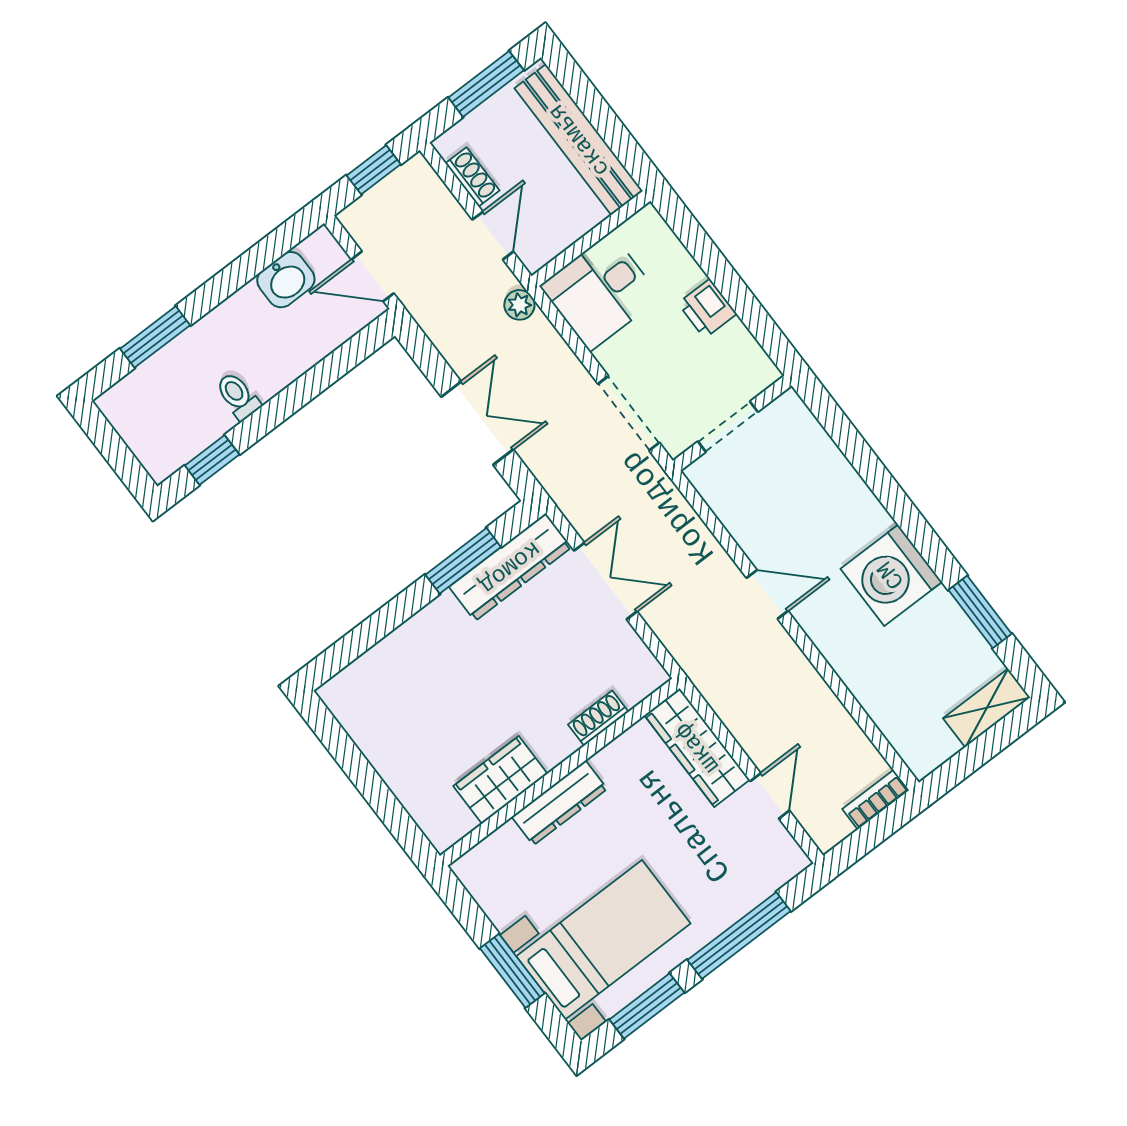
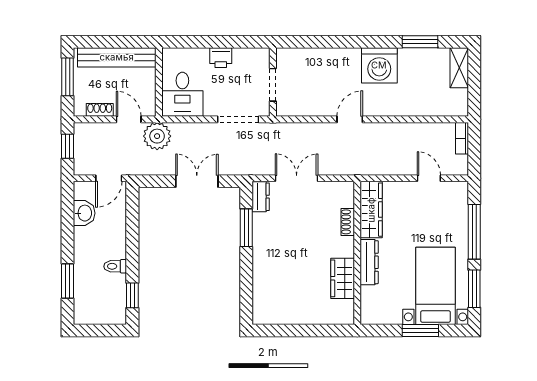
plant: (519, 305) -> (157, 136), width x1.87, depth x1.87
dresser: (510, 567) -> (261, 197), width x0.51, depth x0.80
wardrobe: (697, 748) -> (371, 210), moved, turned -90

